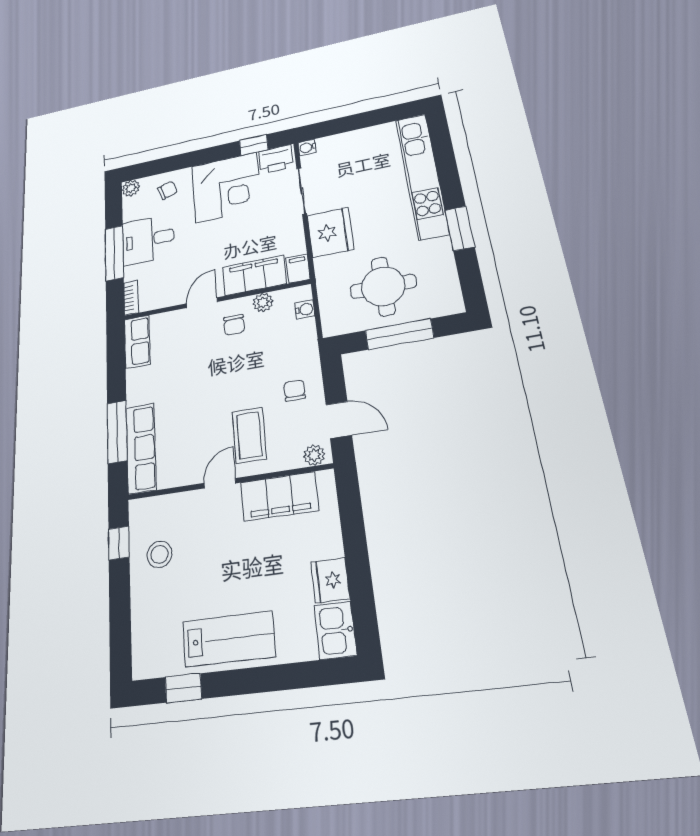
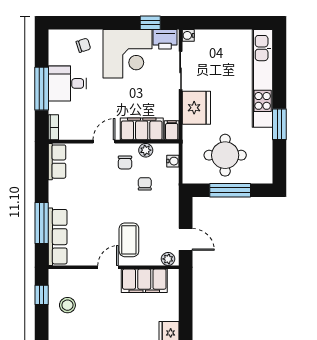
plant: (131, 188) -> (55, 36), removed
chair: (295, 390) -> (145, 184), moved

